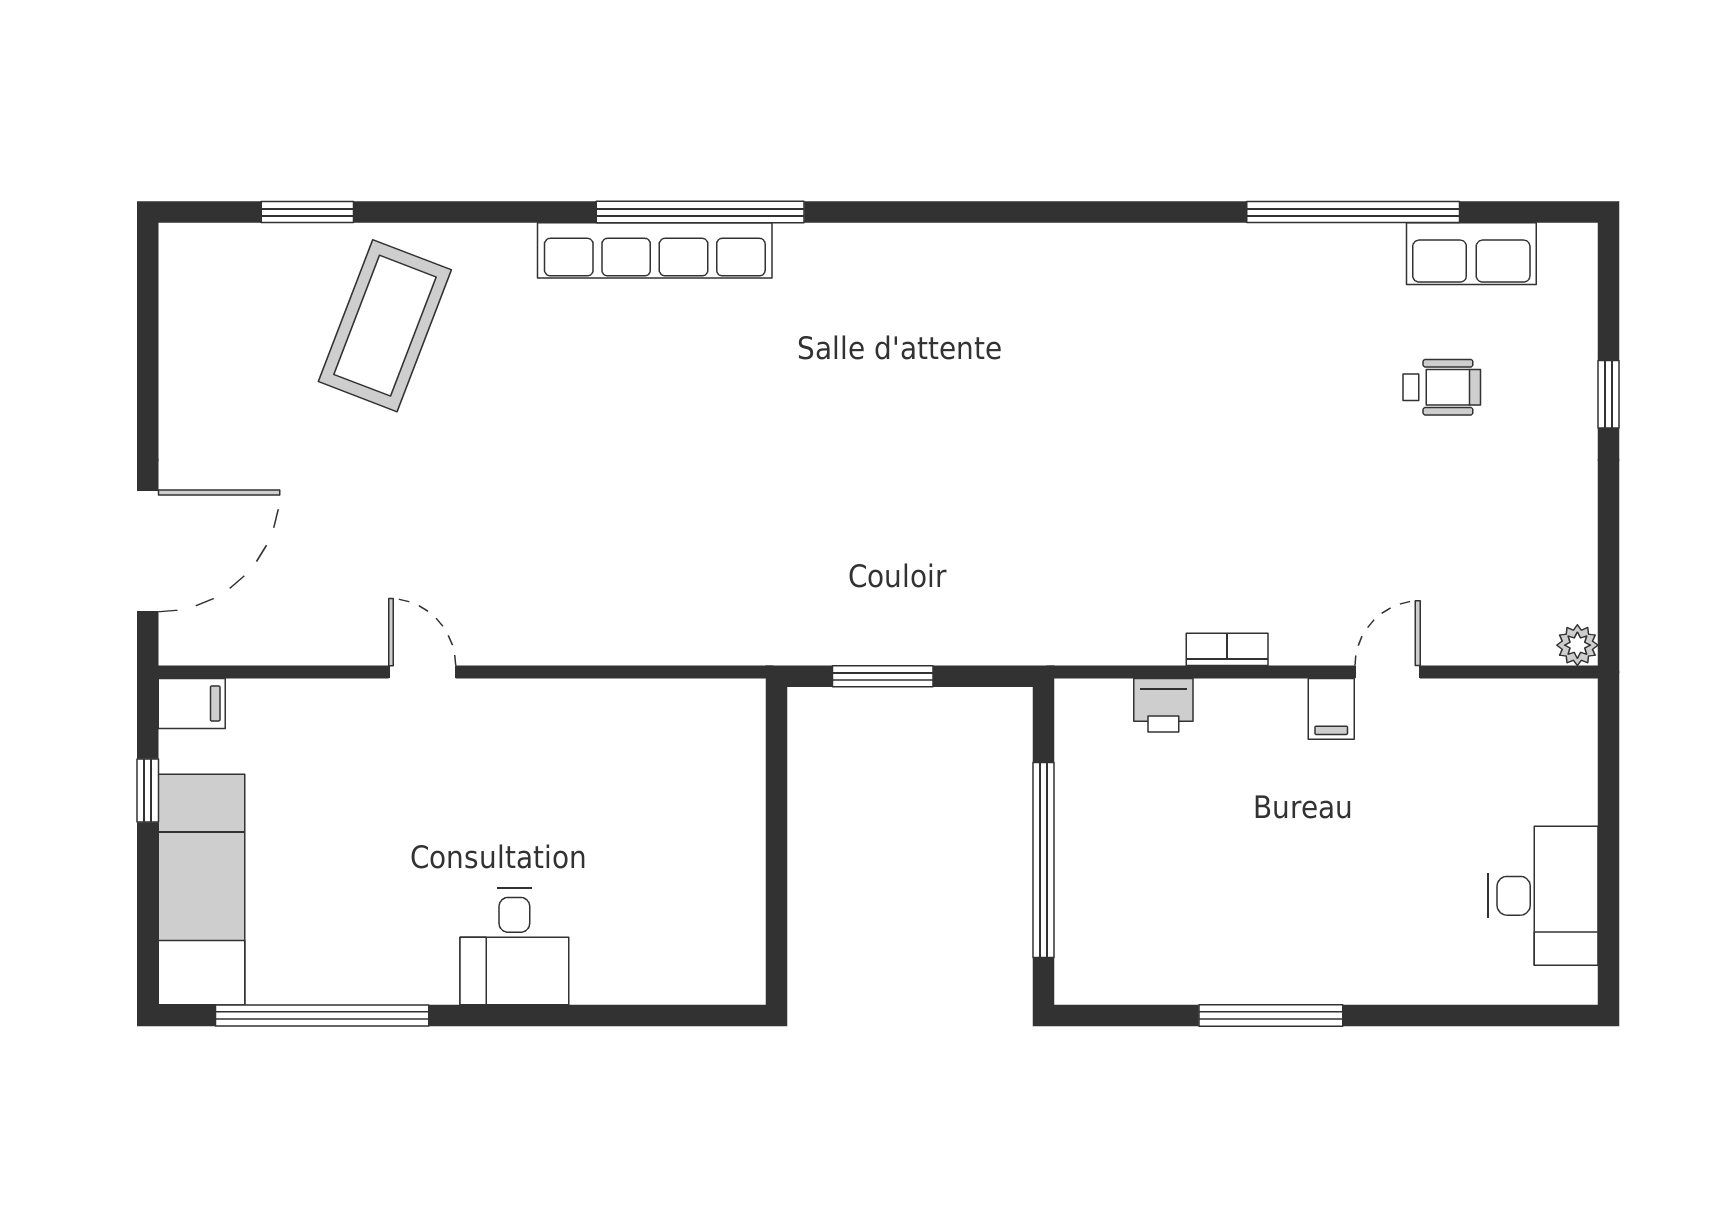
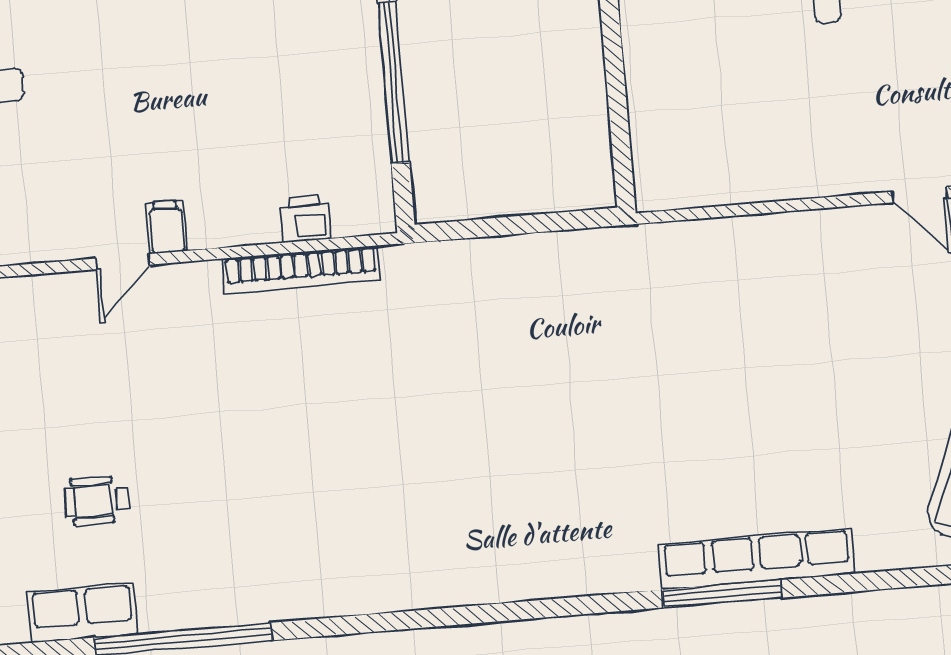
window: (700, 212) -> (722, 594), width x0.68
bookcase: (1227, 649) -> (301, 270), width x2.31, depth x1.31
window: (883, 676) -> (539, 223), removed

